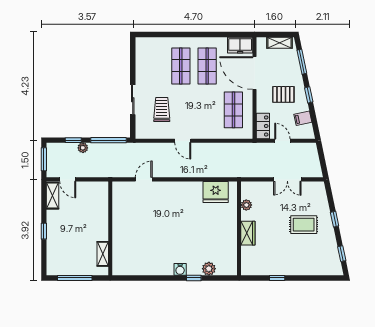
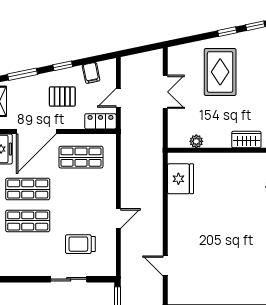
pallet: (283, 94) -> (62, 97), turned 90
window: (335, 219) -> (227, 32), moved
rug: (304, 225) -> (220, 72), width x1.36, depth x1.43
wardrobe: (248, 233) -> (246, 140), moved

